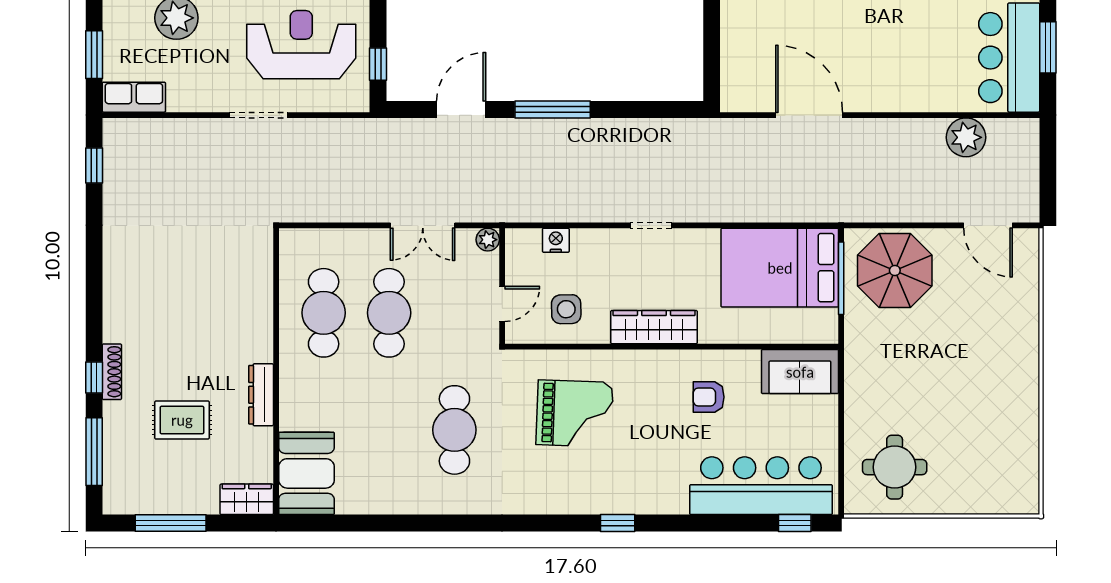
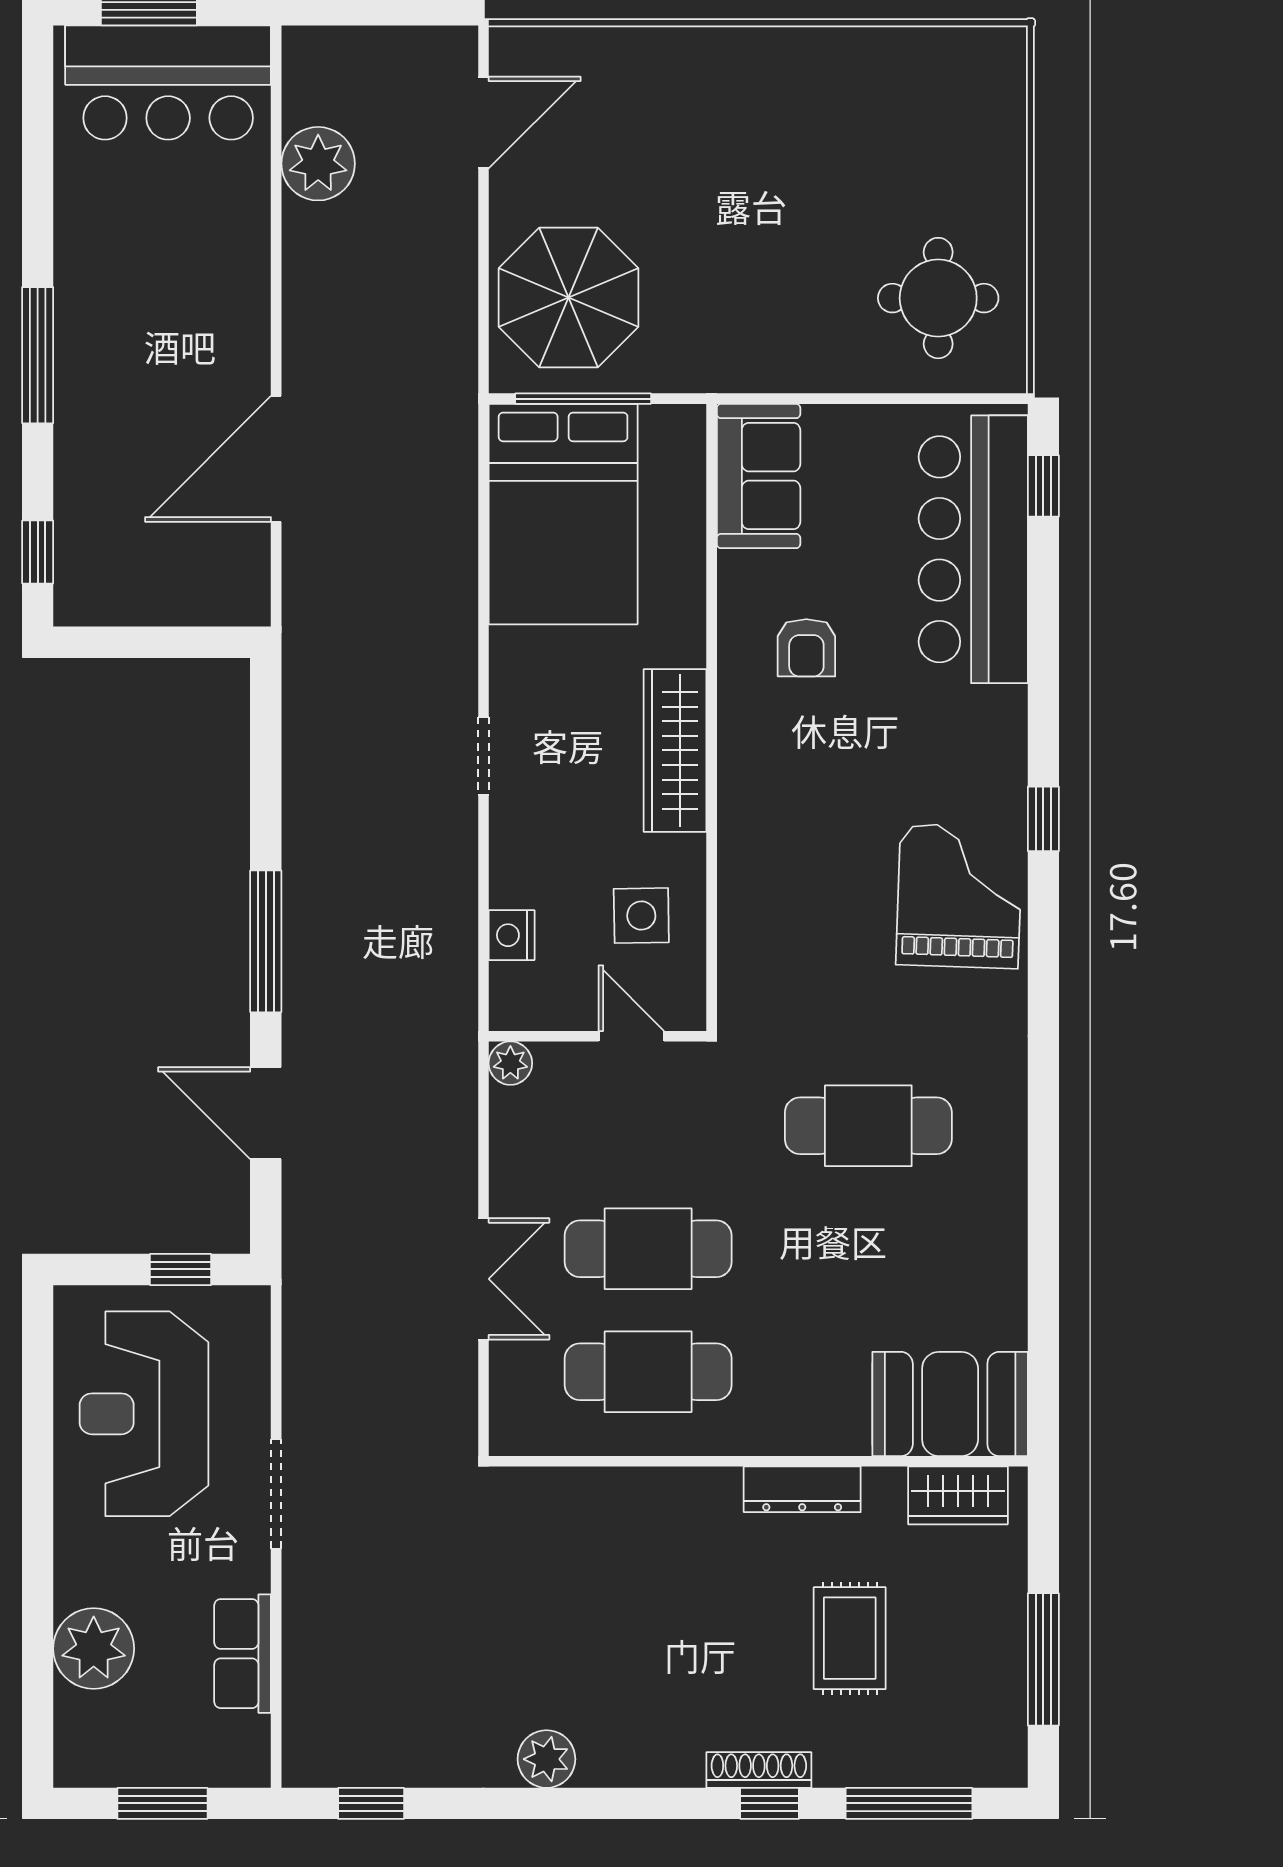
row of seats: (134, 97) -> (243, 1654), moved
double door: (423, 225) -> (483, 1279), moved
plant: (118, 259) -> (546, 1759), added
grand piano: (575, 413) -> (959, 896), moved
wardrobe: (247, 499) -> (958, 1495), moved, turned -90

